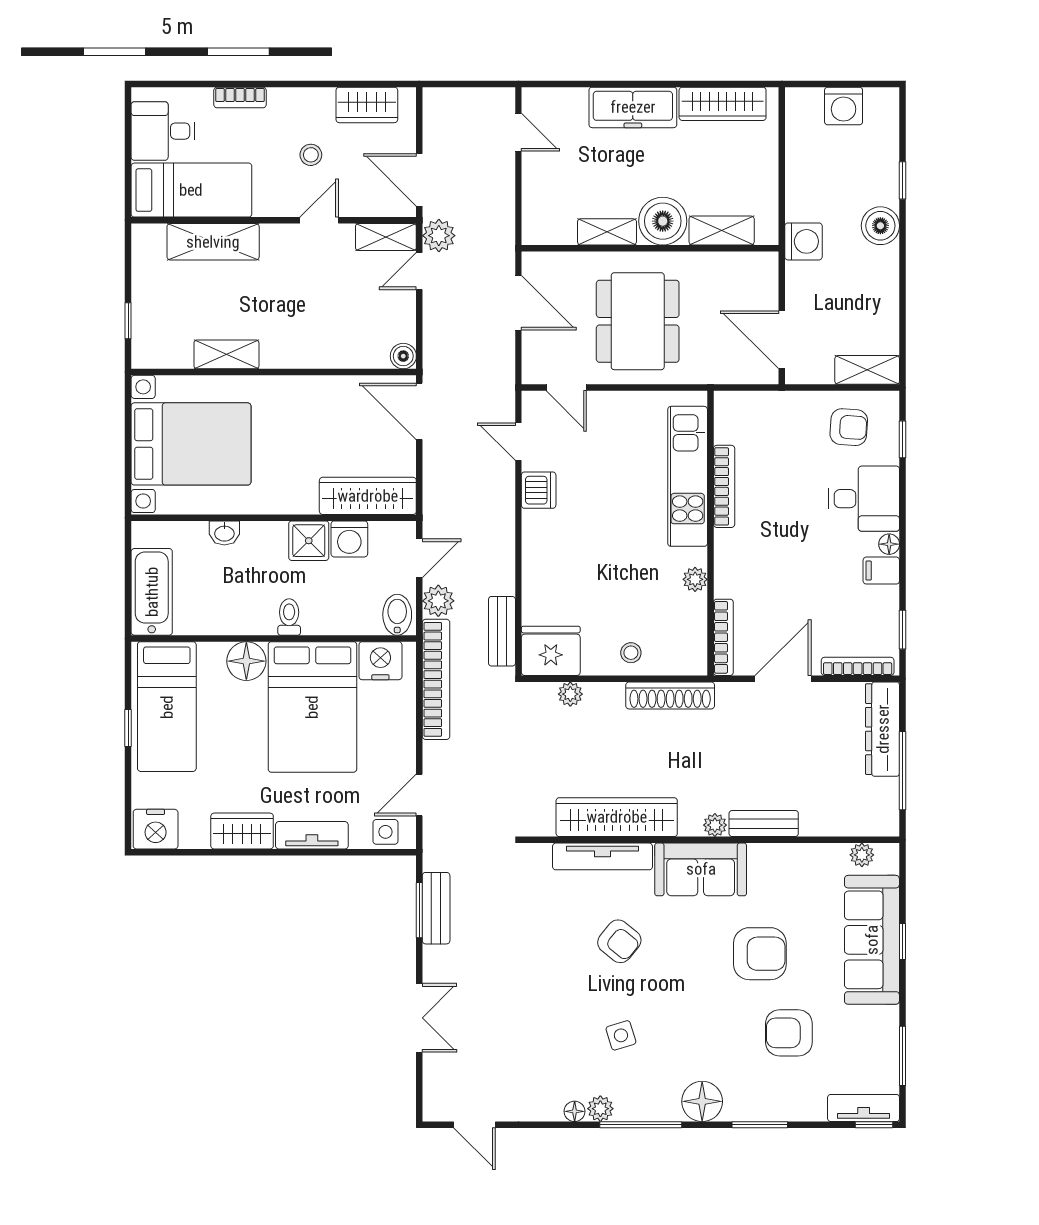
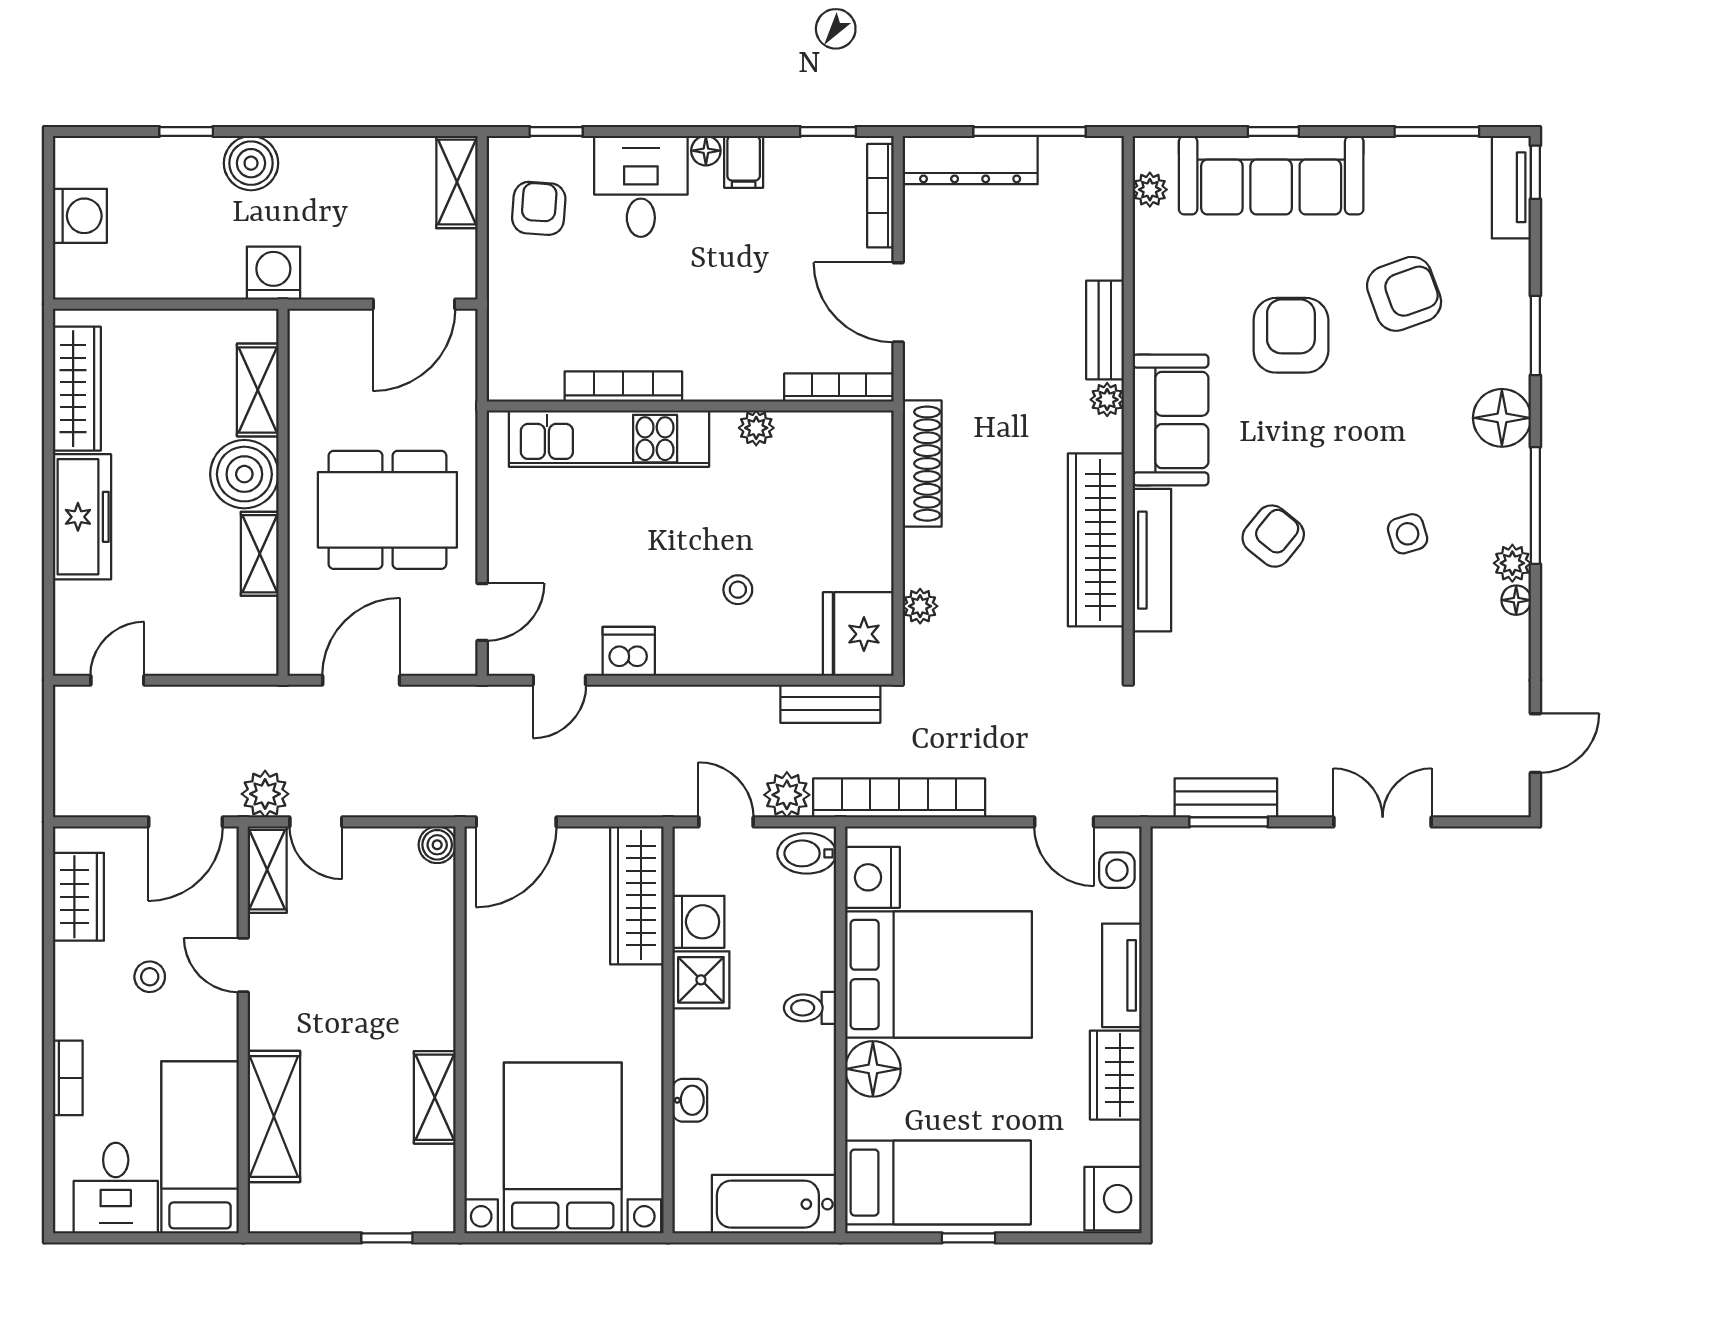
stool: (631, 653) -> (738, 590), moved
armchair: (789, 1033) -> (1404, 294), turned -110

